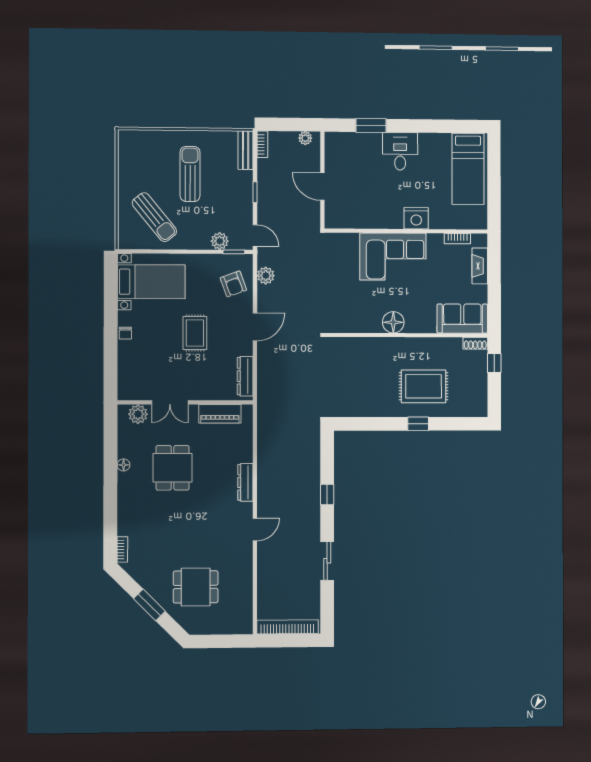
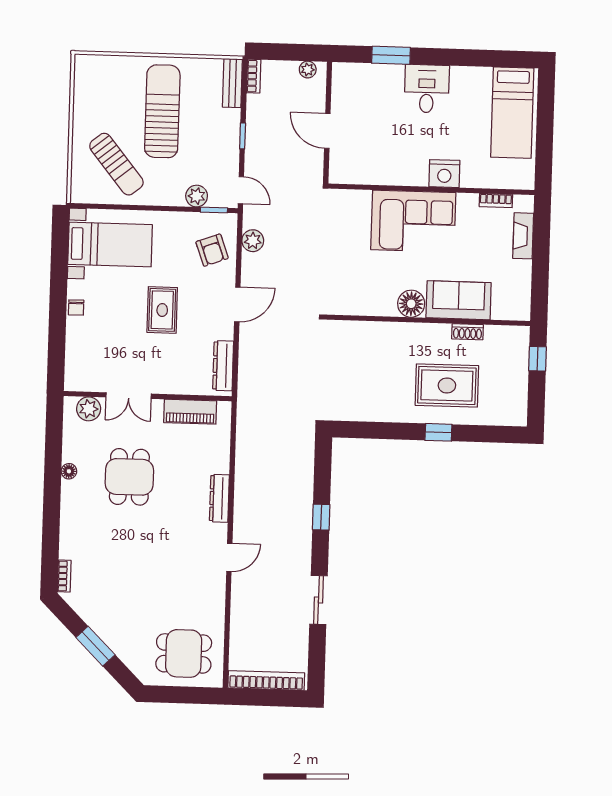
sun lounger: (190, 174) -> (162, 111), width x1.36, depth x1.34
sofa: (462, 319) -> (459, 300), moved
shoe rack: (475, 343) -> (468, 332), moved
dining table: (196, 587) -> (184, 653), moved

